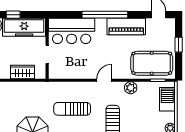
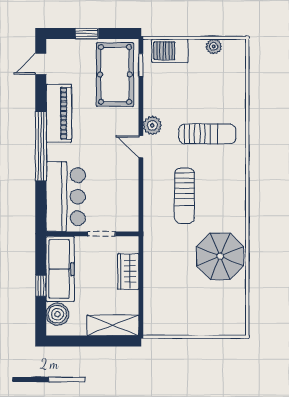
plant: (131, 88) -> (152, 125), moved

